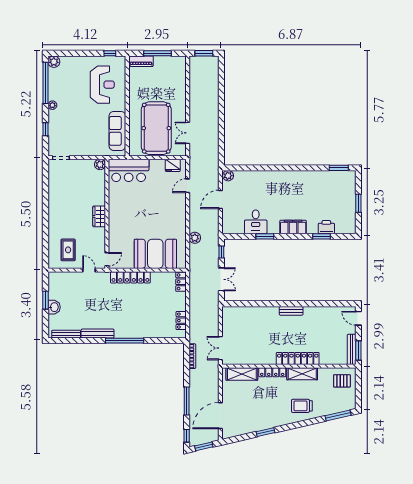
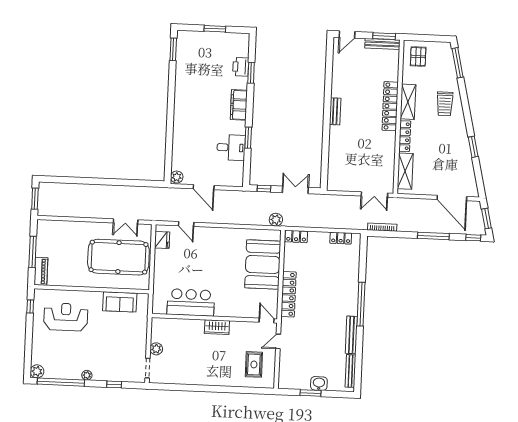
sofa: (117, 131) -> (120, 302), width x0.73
plant: (100, 164) -> (156, 349), moved
bar counter: (129, 170) -> (191, 302), moved, turned -90
plant: (195, 238) -> (276, 220), moved
rug: (68, 250) -> (254, 364), turned 90

